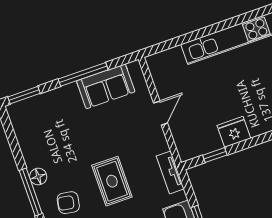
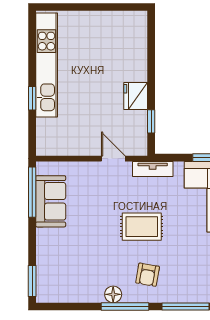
window: (197, 34) -> (32, 98), added
window: (83, 74) -> (32, 192), moved
door: (161, 113) -> (113, 159), moved

